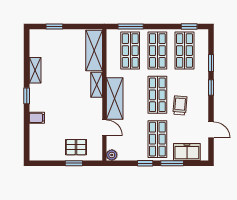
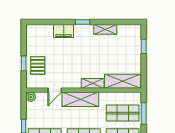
filing cabinet: (37, 118) -> (64, 31), width x2.00

